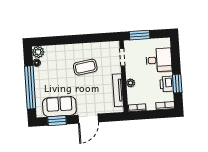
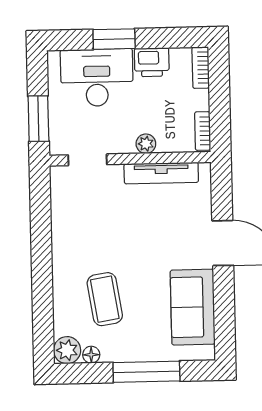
desk: (159, 60) -> (97, 78), width x1.37
coffee table: (85, 67) -> (105, 299), moved
window: (177, 83) -> (114, 39), moved
window: (30, 87) -> (146, 372), width x0.68
window: (57, 121) -> (224, 314), removed

